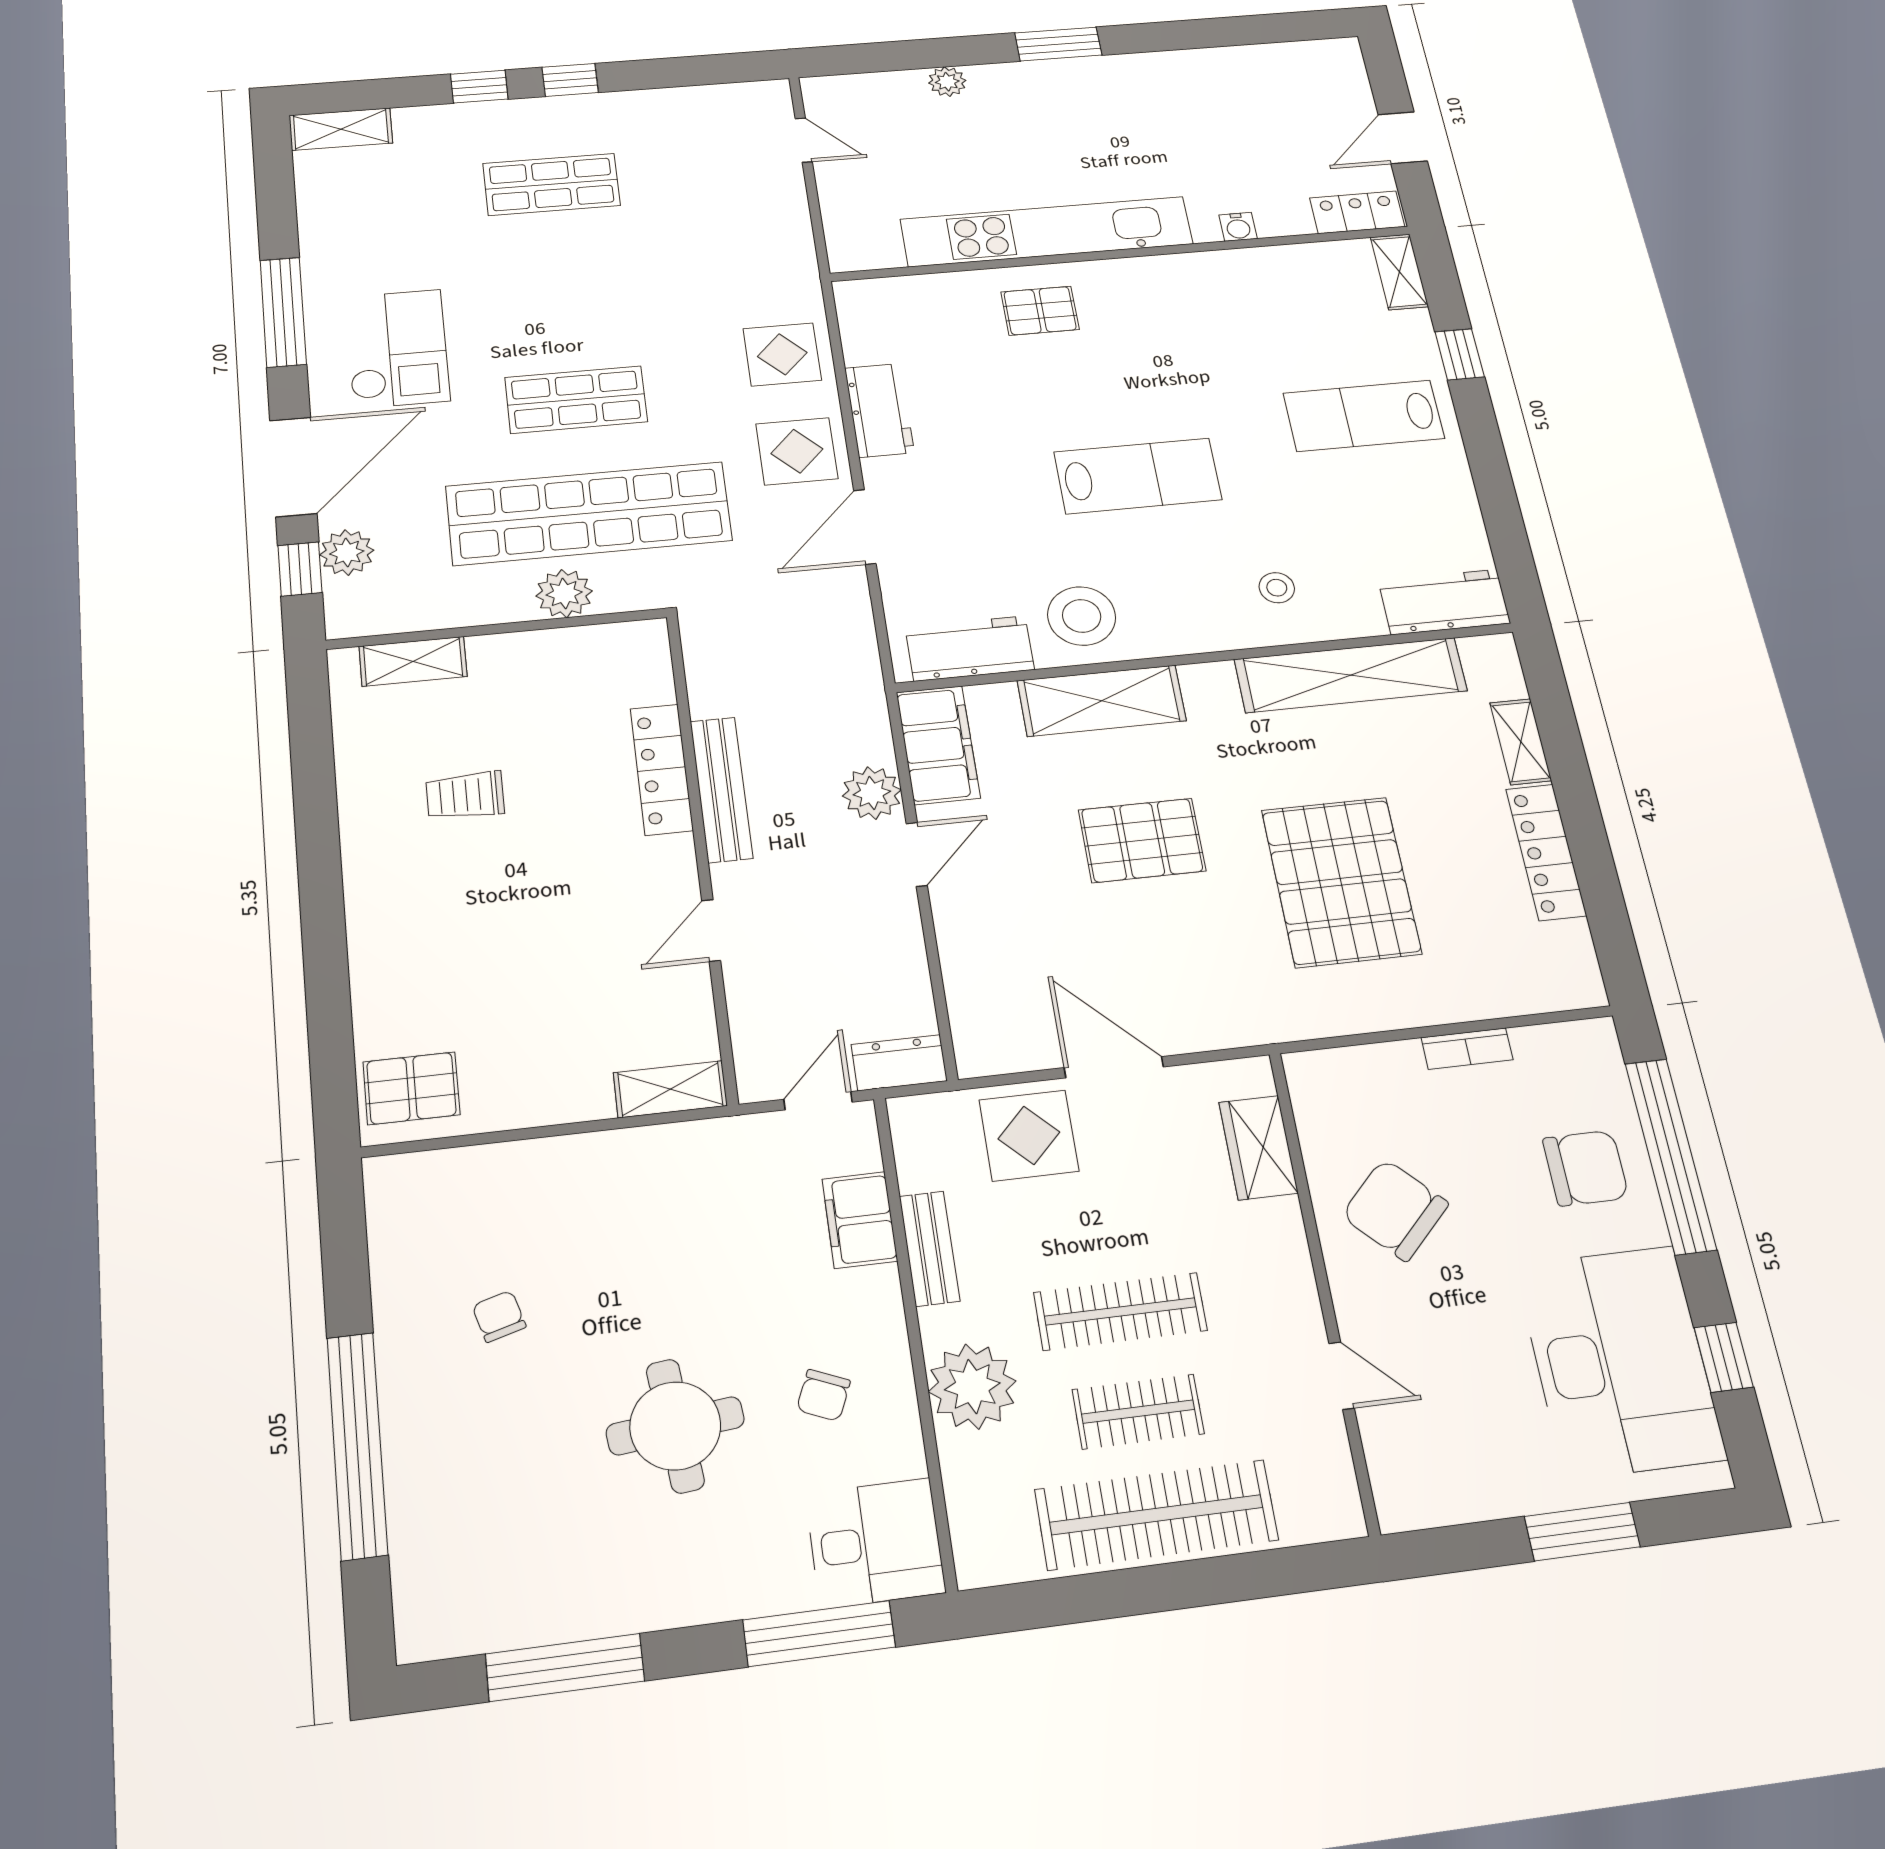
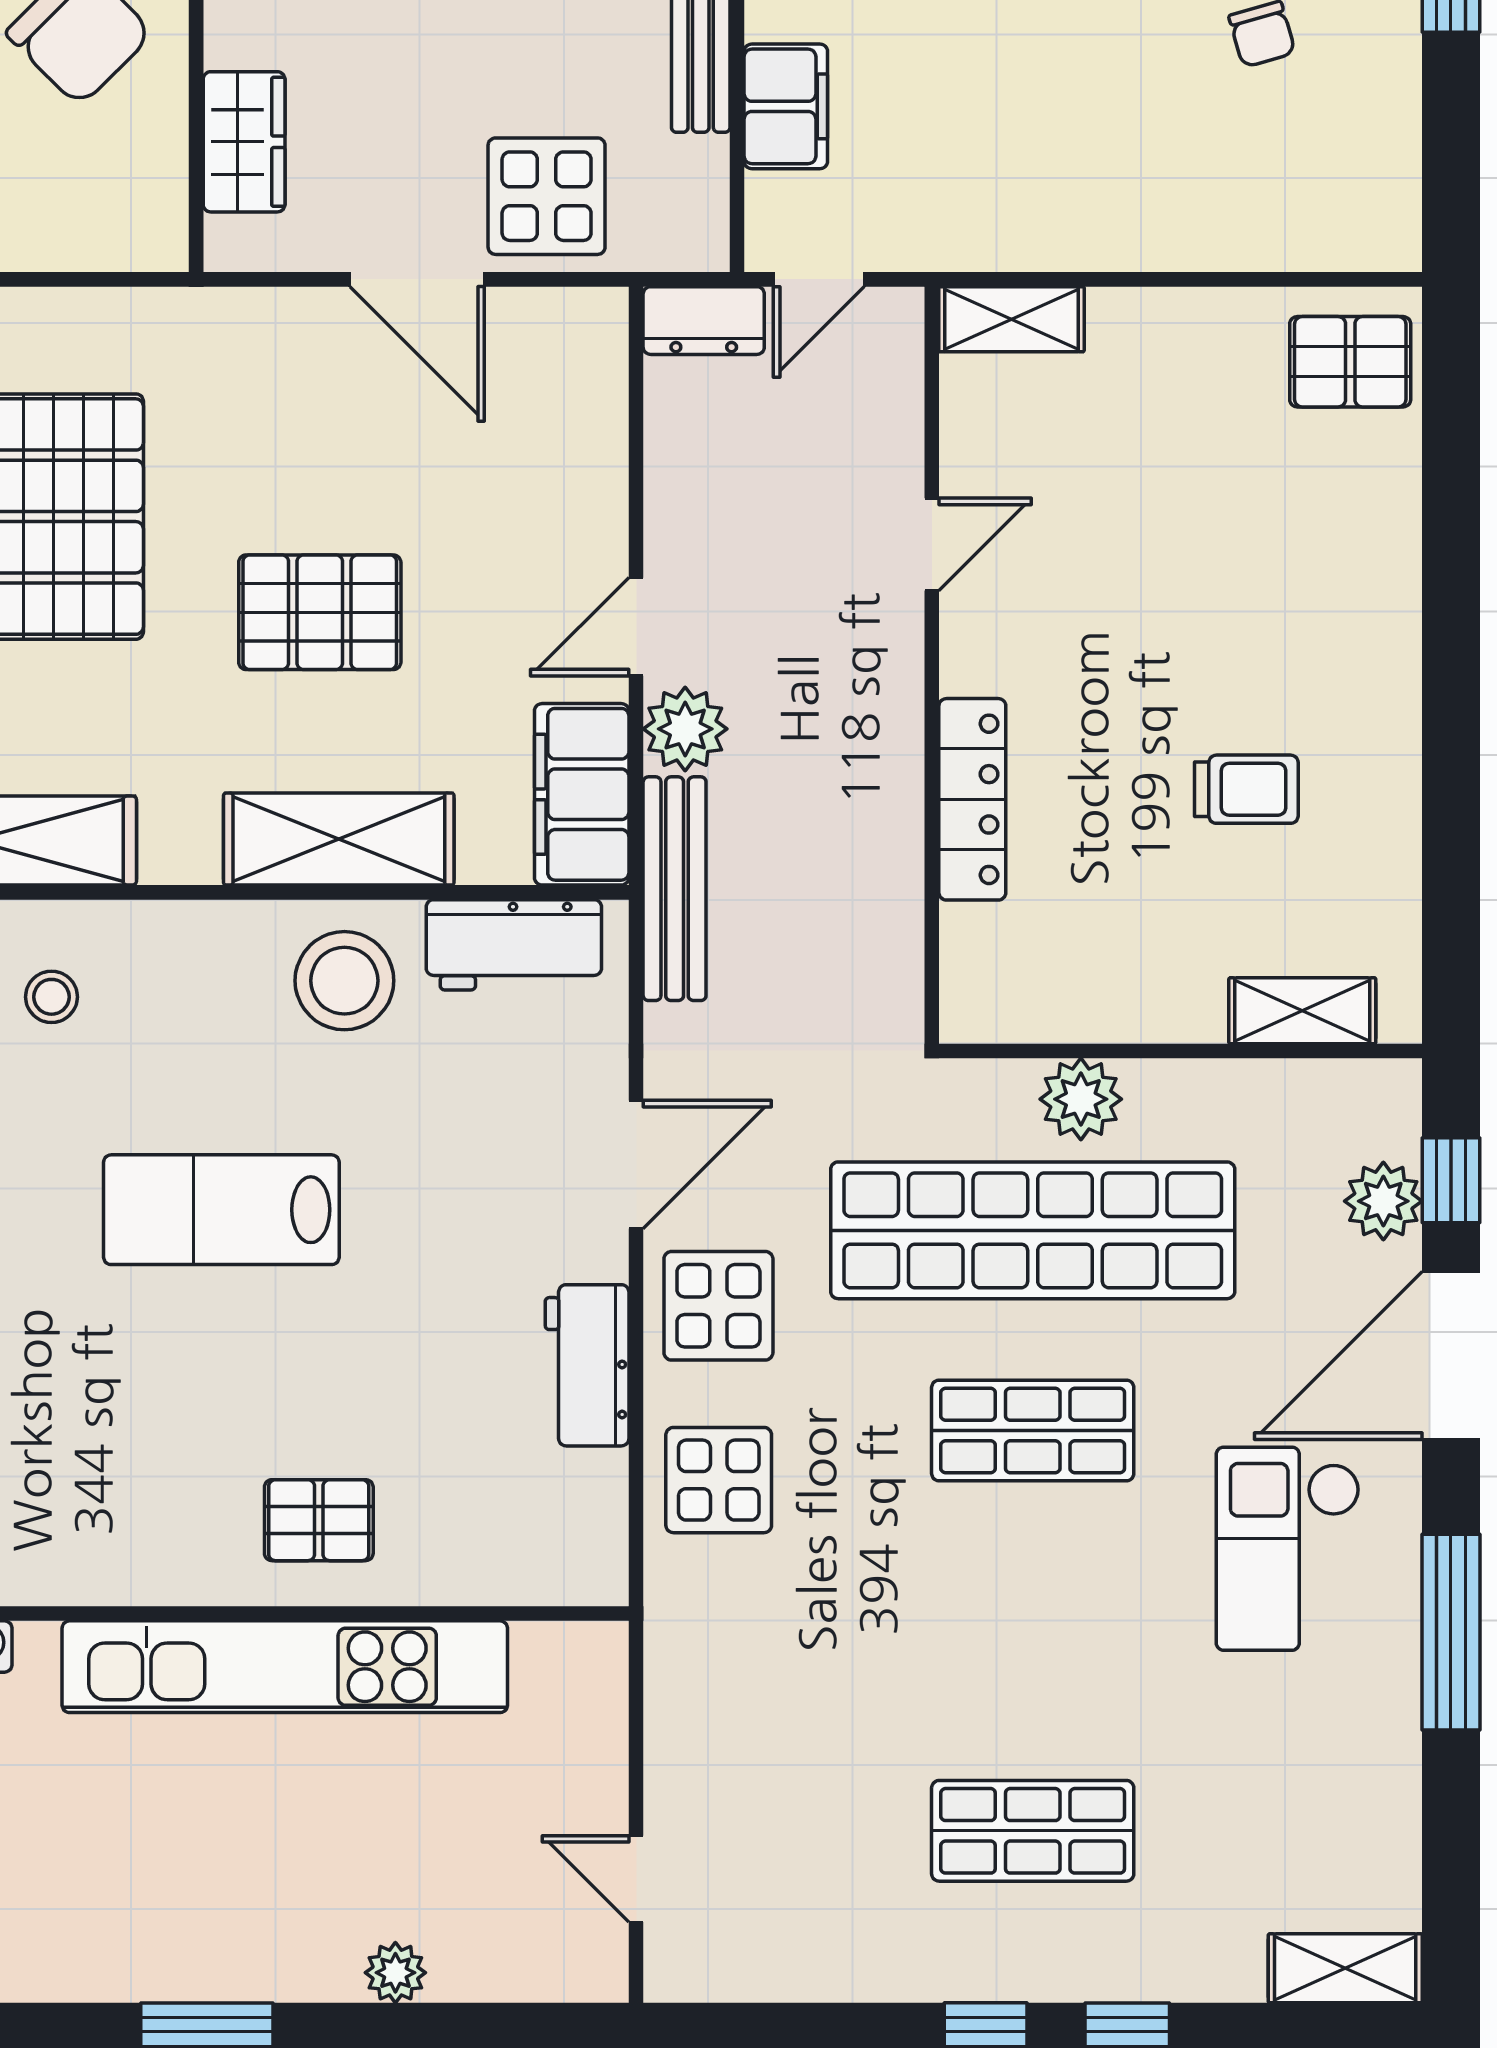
bench: (721, 789) -> (675, 889), moved

